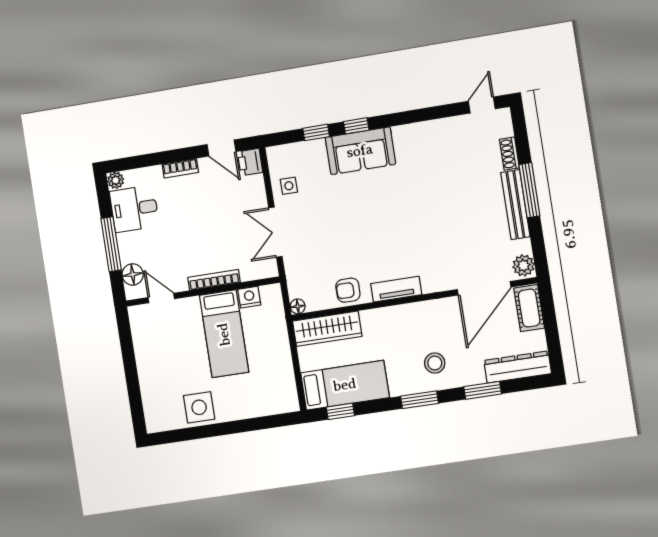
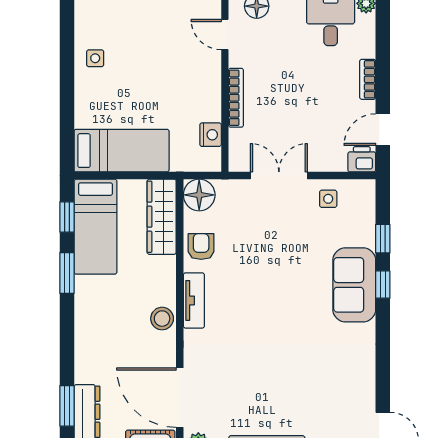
door: (161, 298) -> (225, 35), swing flipped
floor lamp: (298, 306) -> (199, 195), width x1.89, depth x1.89
bed: (224, 334) -> (122, 151), moved, turned 180
stool: (435, 363) -> (162, 319), moved
window: (483, 390) -> (67, 406), moved
window: (419, 400) -> (67, 273), moved
side table: (199, 407) -> (95, 58), width x0.54, depth x0.54

